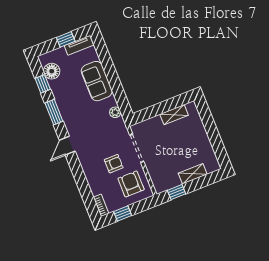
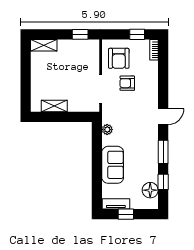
shelving: (193, 174) -> (44, 45), moved

